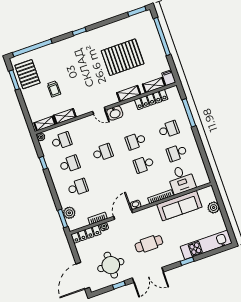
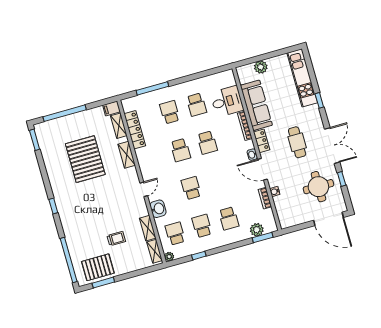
washbasin: (115, 113) -> (158, 209), moved
school desk: (78, 187) -> (229, 218), turned 180
locker: (86, 234) -> (262, 141), moved, width x0.66

